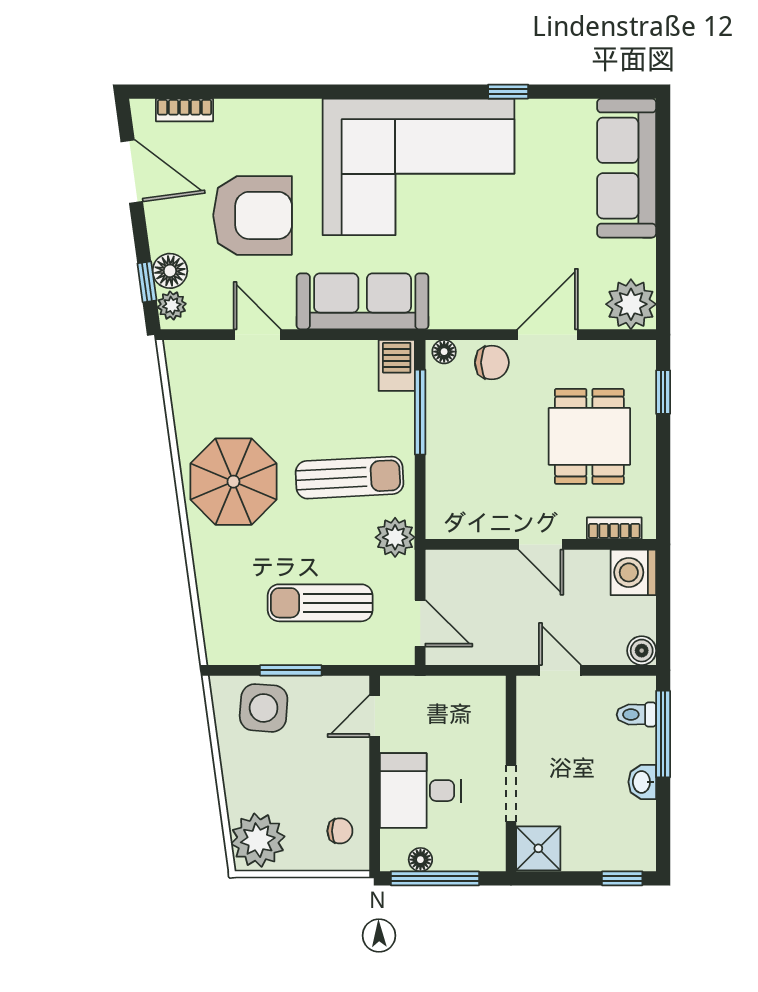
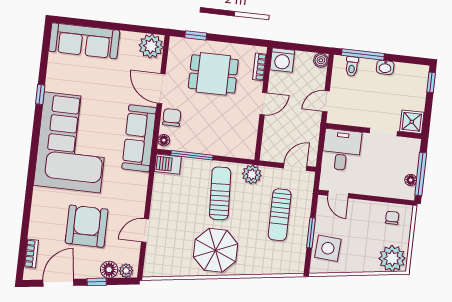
window: (147, 282) -> (97, 282), moved
sofa: (363, 301) -> (139, 138), moved
desk: (420, 791) -> (342, 150), moved, turned 180

